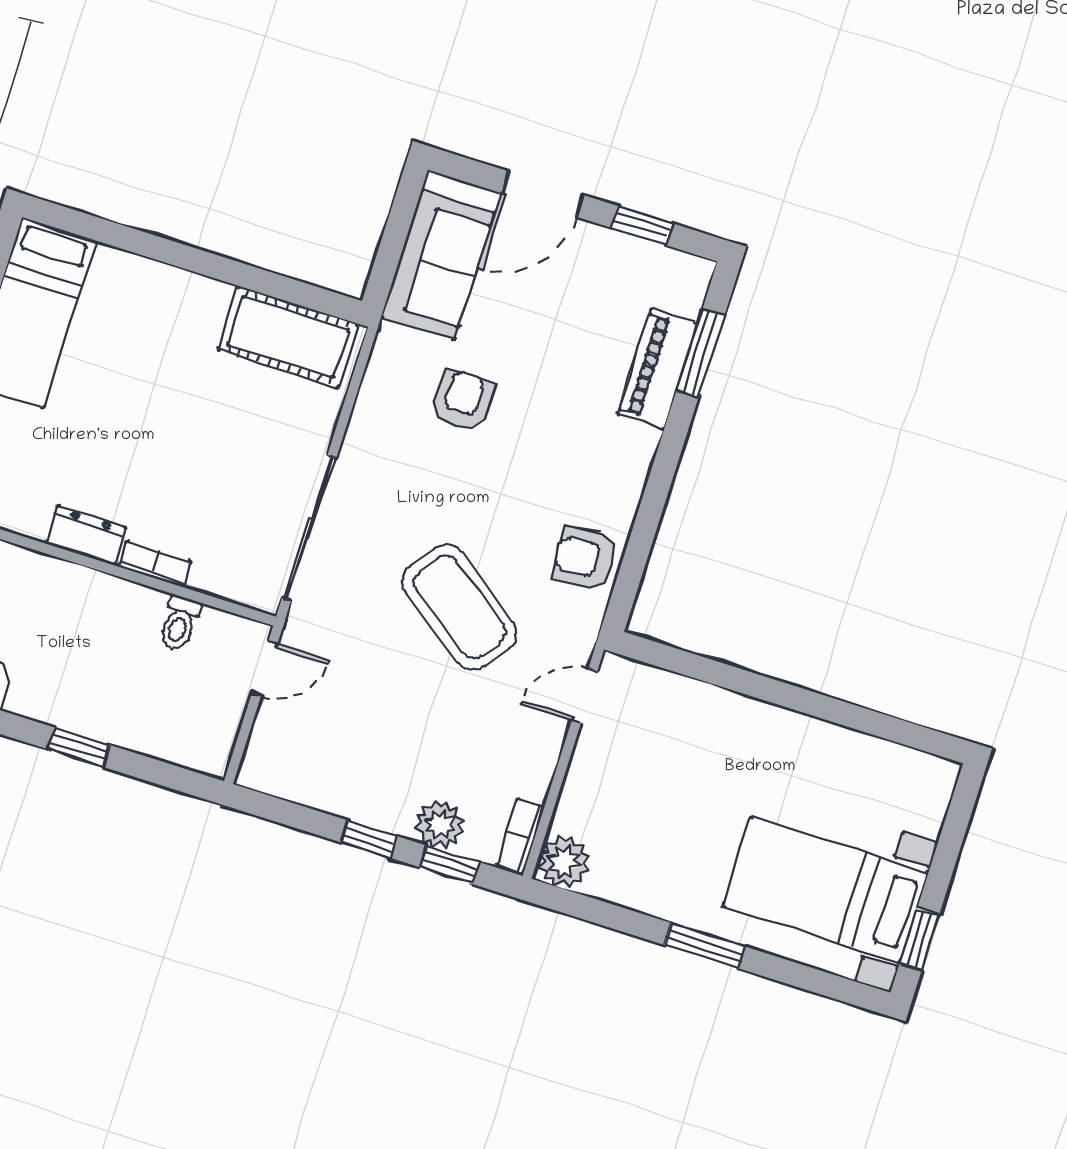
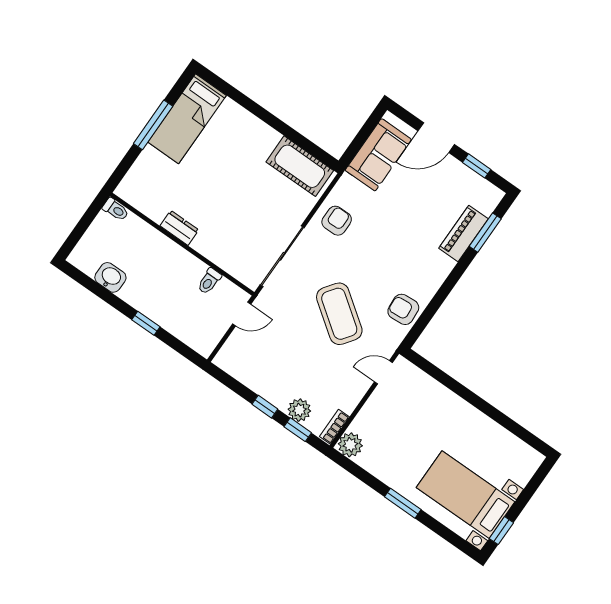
armchair: (462, 400) -> (337, 221), moved
bookcase: (154, 564) -> (206, 251), removed

